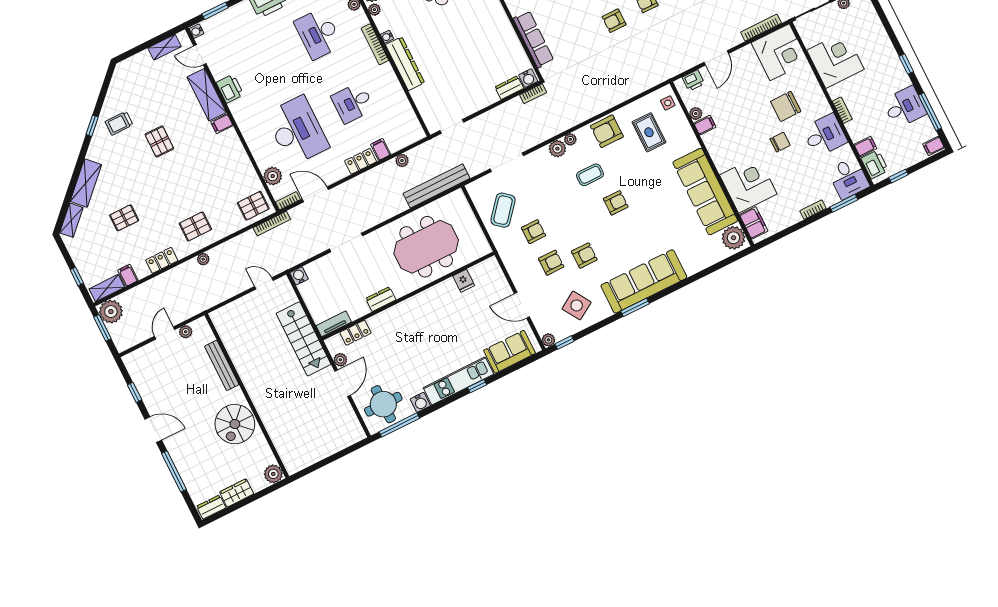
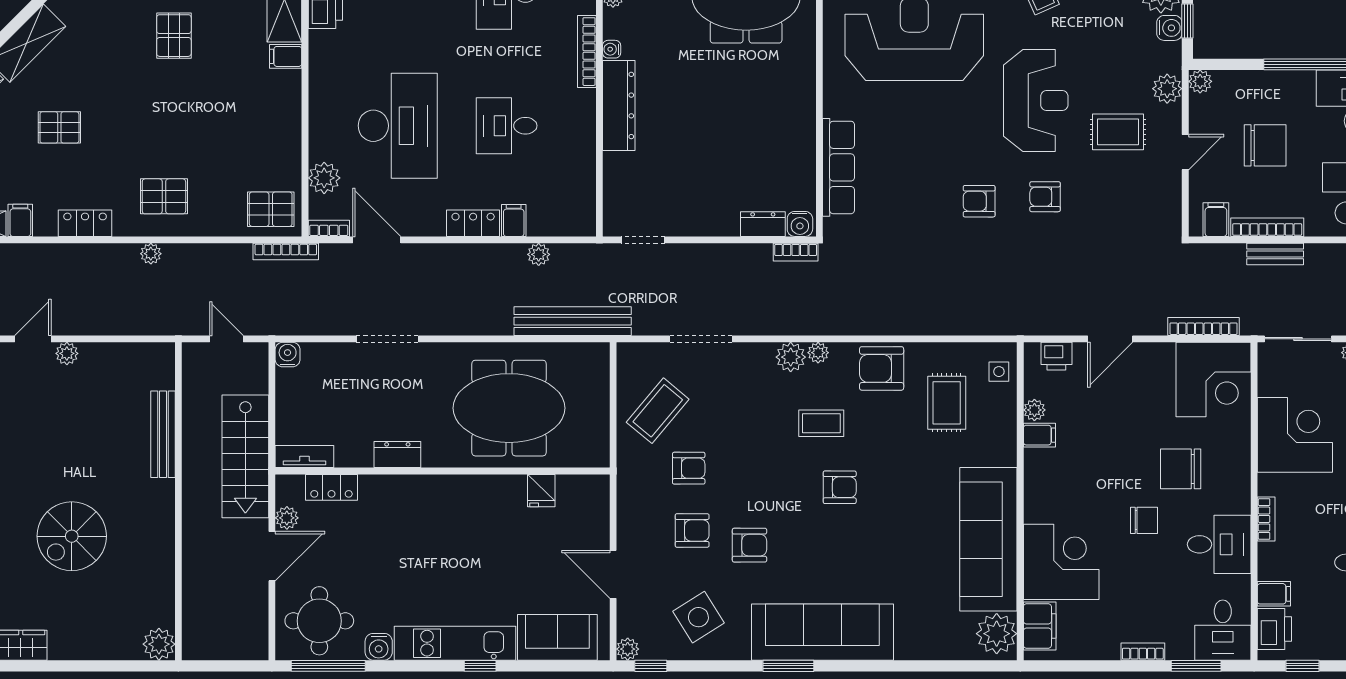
bench: (222, 365) -> (163, 434), moved
wall: (247, 396) -> (178, 501), moved
plant: (273, 474) -> (159, 644), moved

